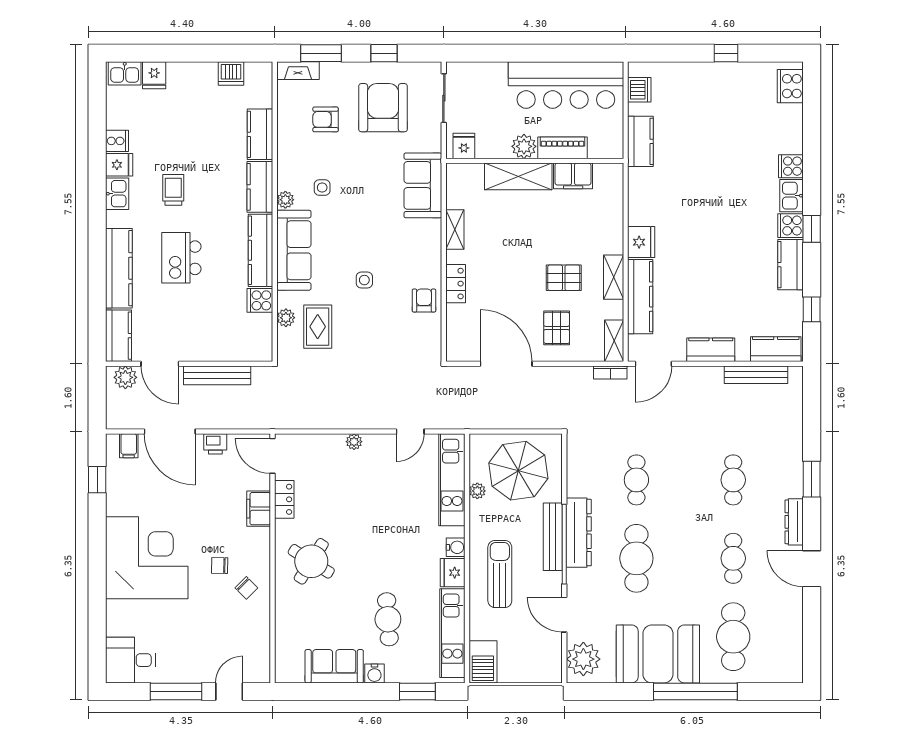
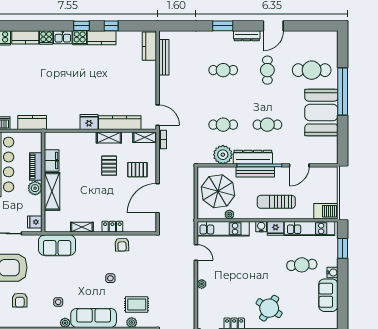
armchair: (424, 300) -> (122, 245), turned -92
window: (812, 309) -> (111, 26), moved
kitchen counter: (711, 350) -> (25, 37), moved, turned -90
cafe table: (636, 558) -> (267, 125), width x0.73, depth x0.74
cafe table: (733, 558) -> (267, 70), turned 90
plant: (583, 659) -> (223, 155), moved

